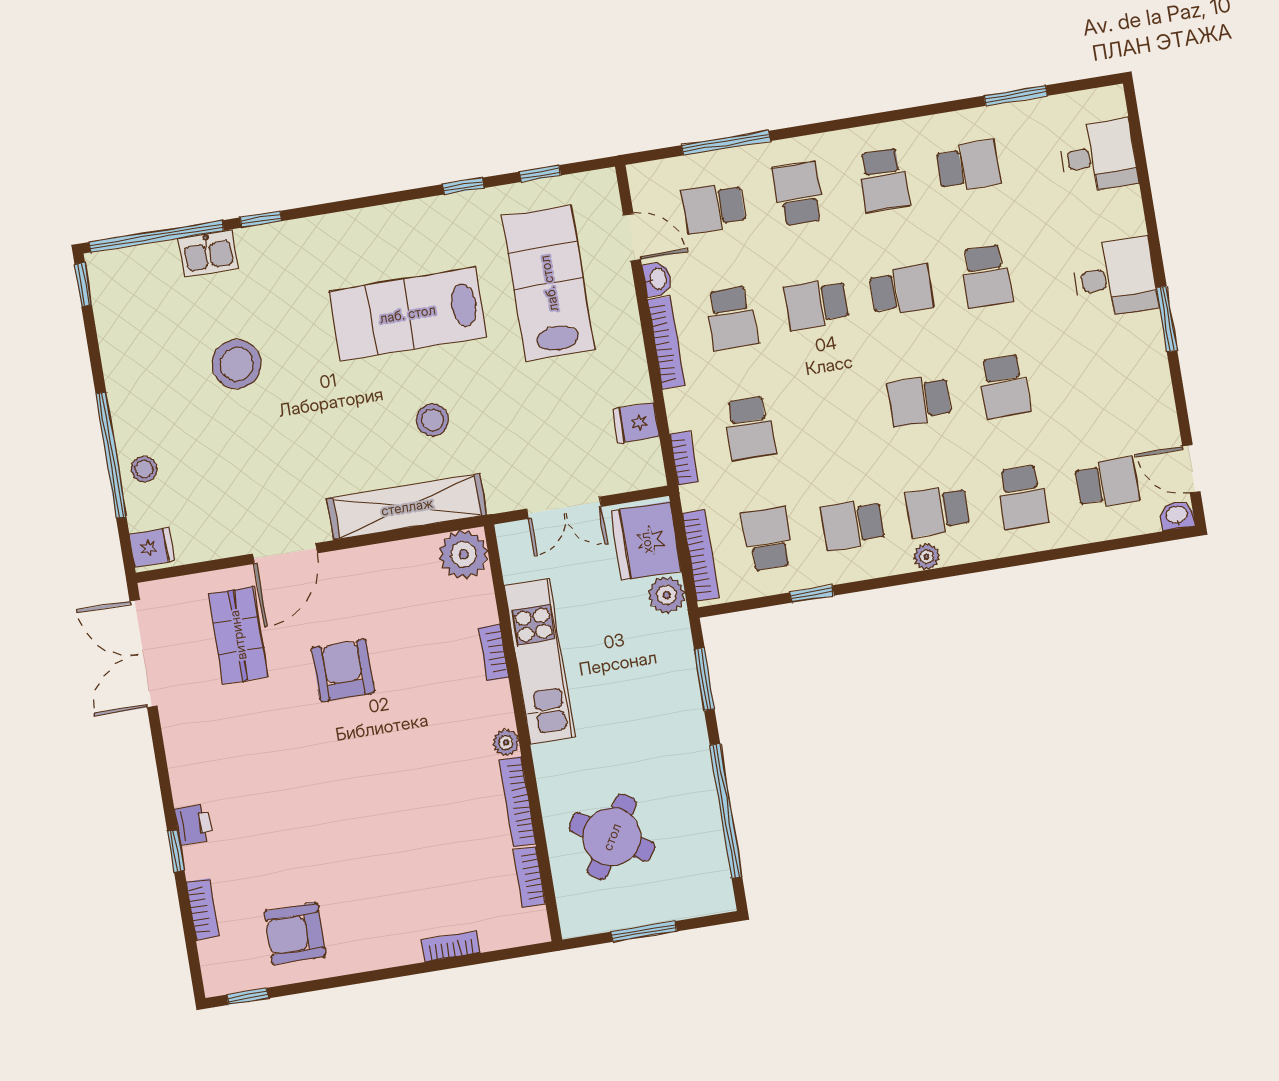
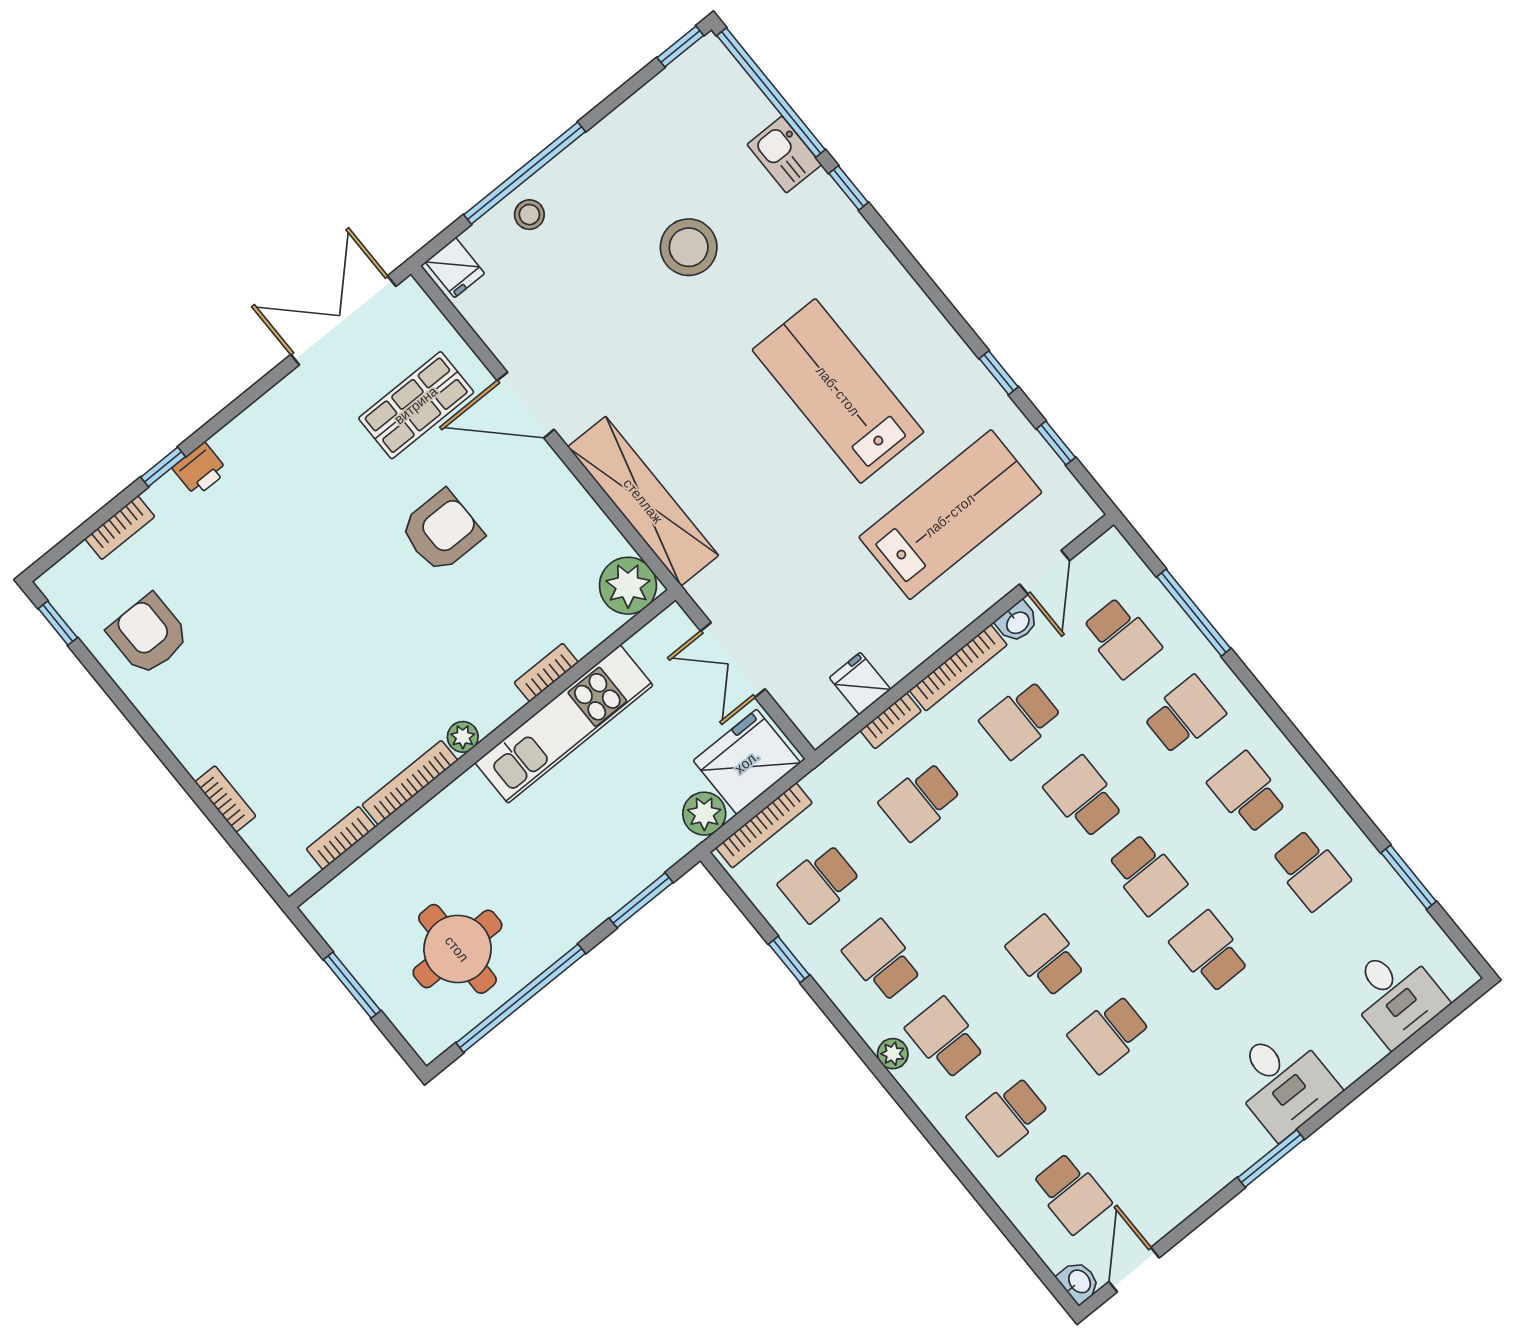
school desk: (883, 180) -> (1247, 793), turned 90
school desk: (714, 208) -> (1122, 638), turned 180
school desk: (986, 276) -> (1210, 952), turned 90
stool: (432, 420) -> (745, 477), removed
bookcase: (684, 458) -> (891, 721), moved
school desk: (768, 539) -> (819, 883), turned 180
round table: (612, 837) -> (457, 949), moved, turned -31

